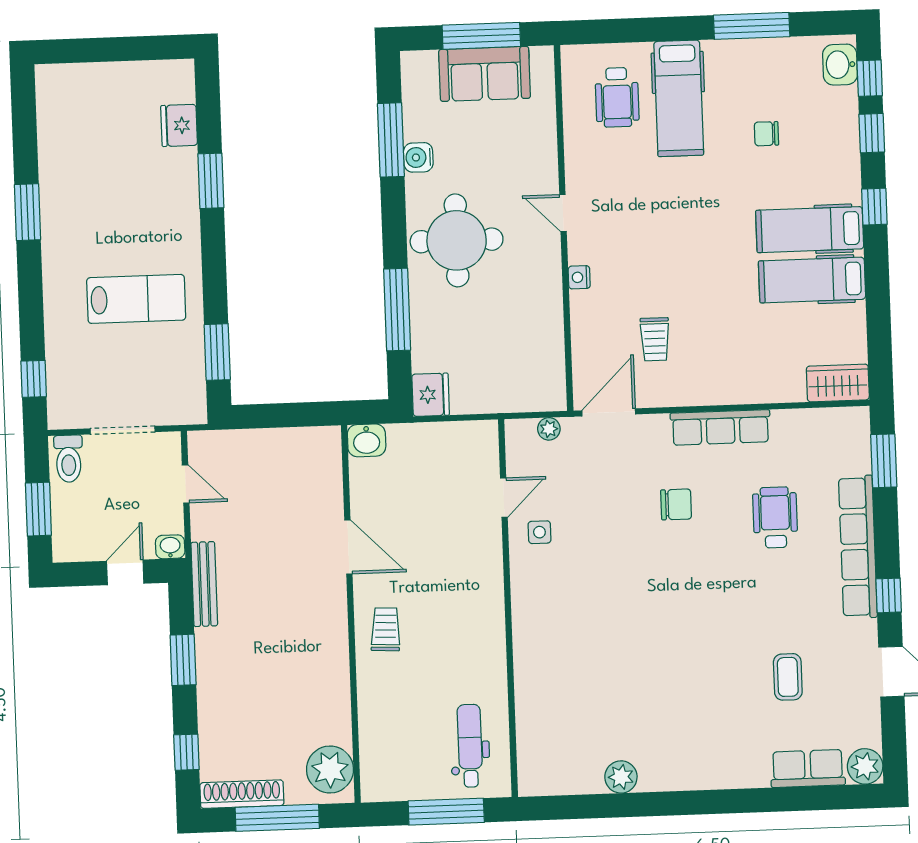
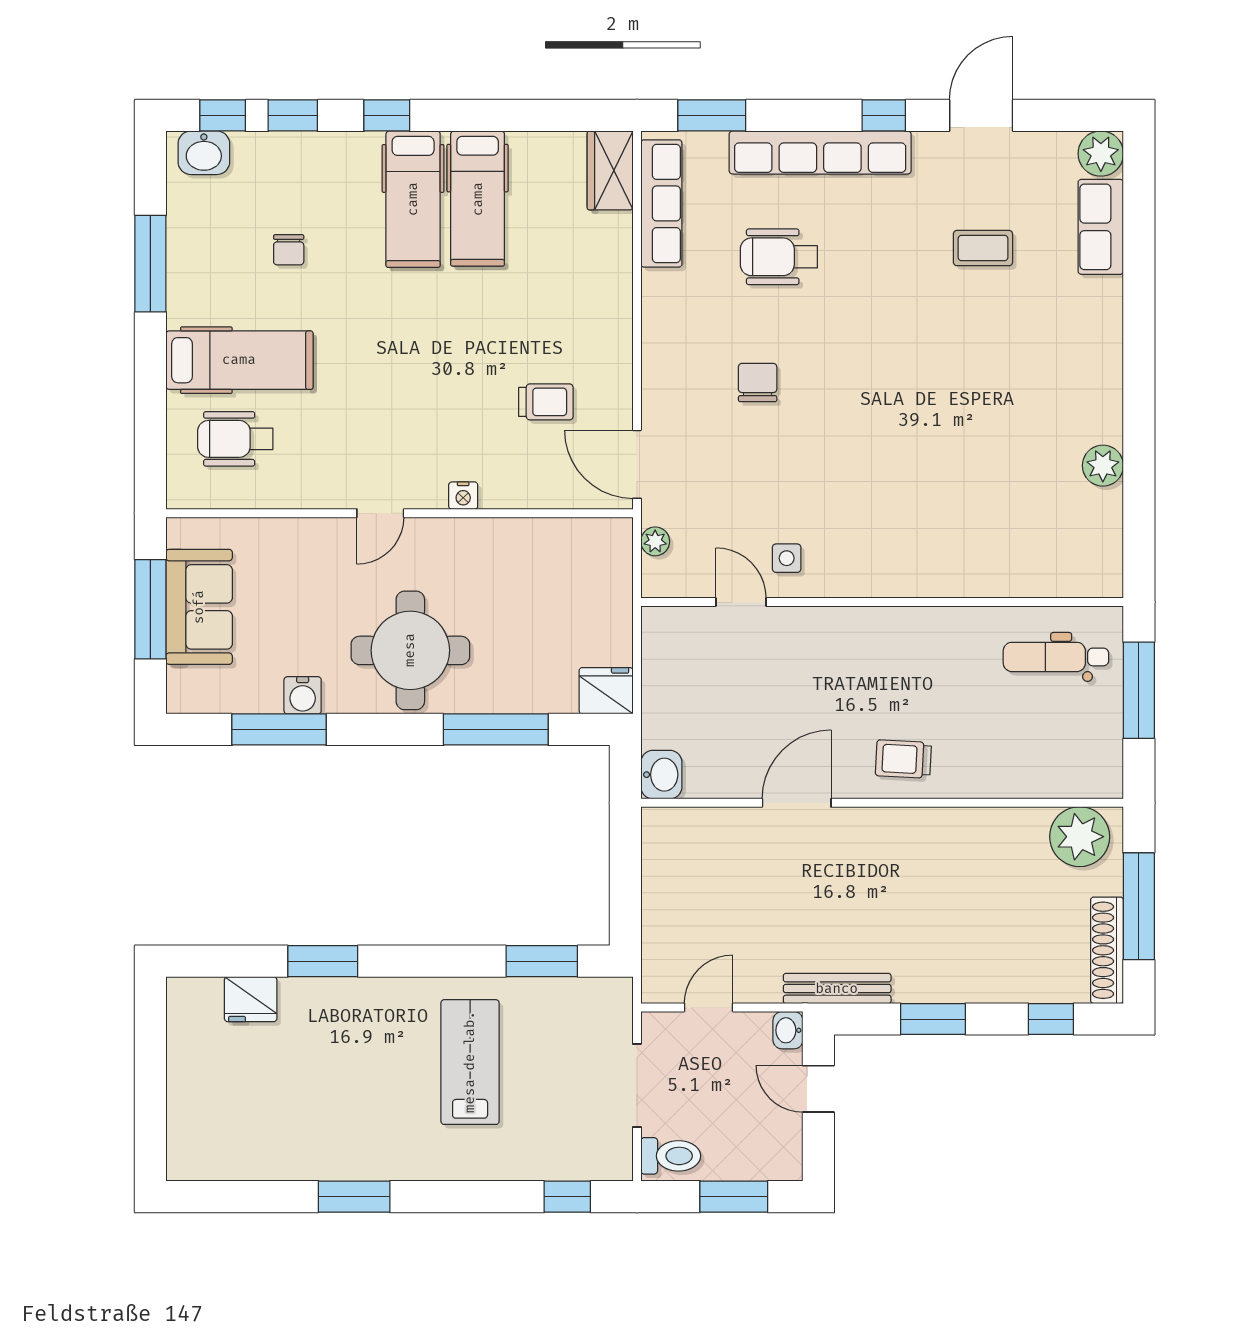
wheelchair: (617, 97) -> (235, 439), turned 180
row of seats: (720, 427) -> (661, 203), moved

